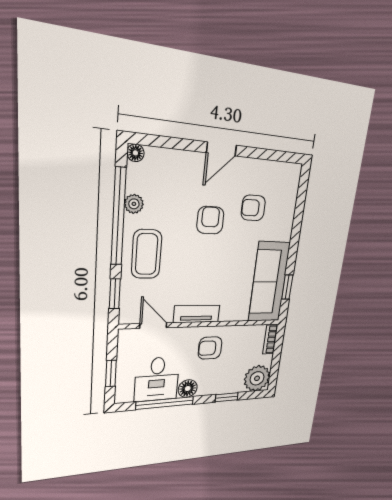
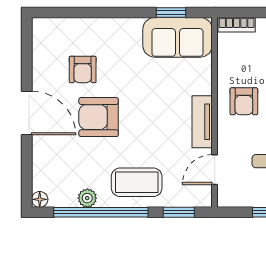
door: (222, 149) -> (27, 113), width x1.38
armchair: (210, 220) -> (99, 117), width x1.38, depth x1.38
sofa: (269, 282) -> (178, 37), width x0.73

